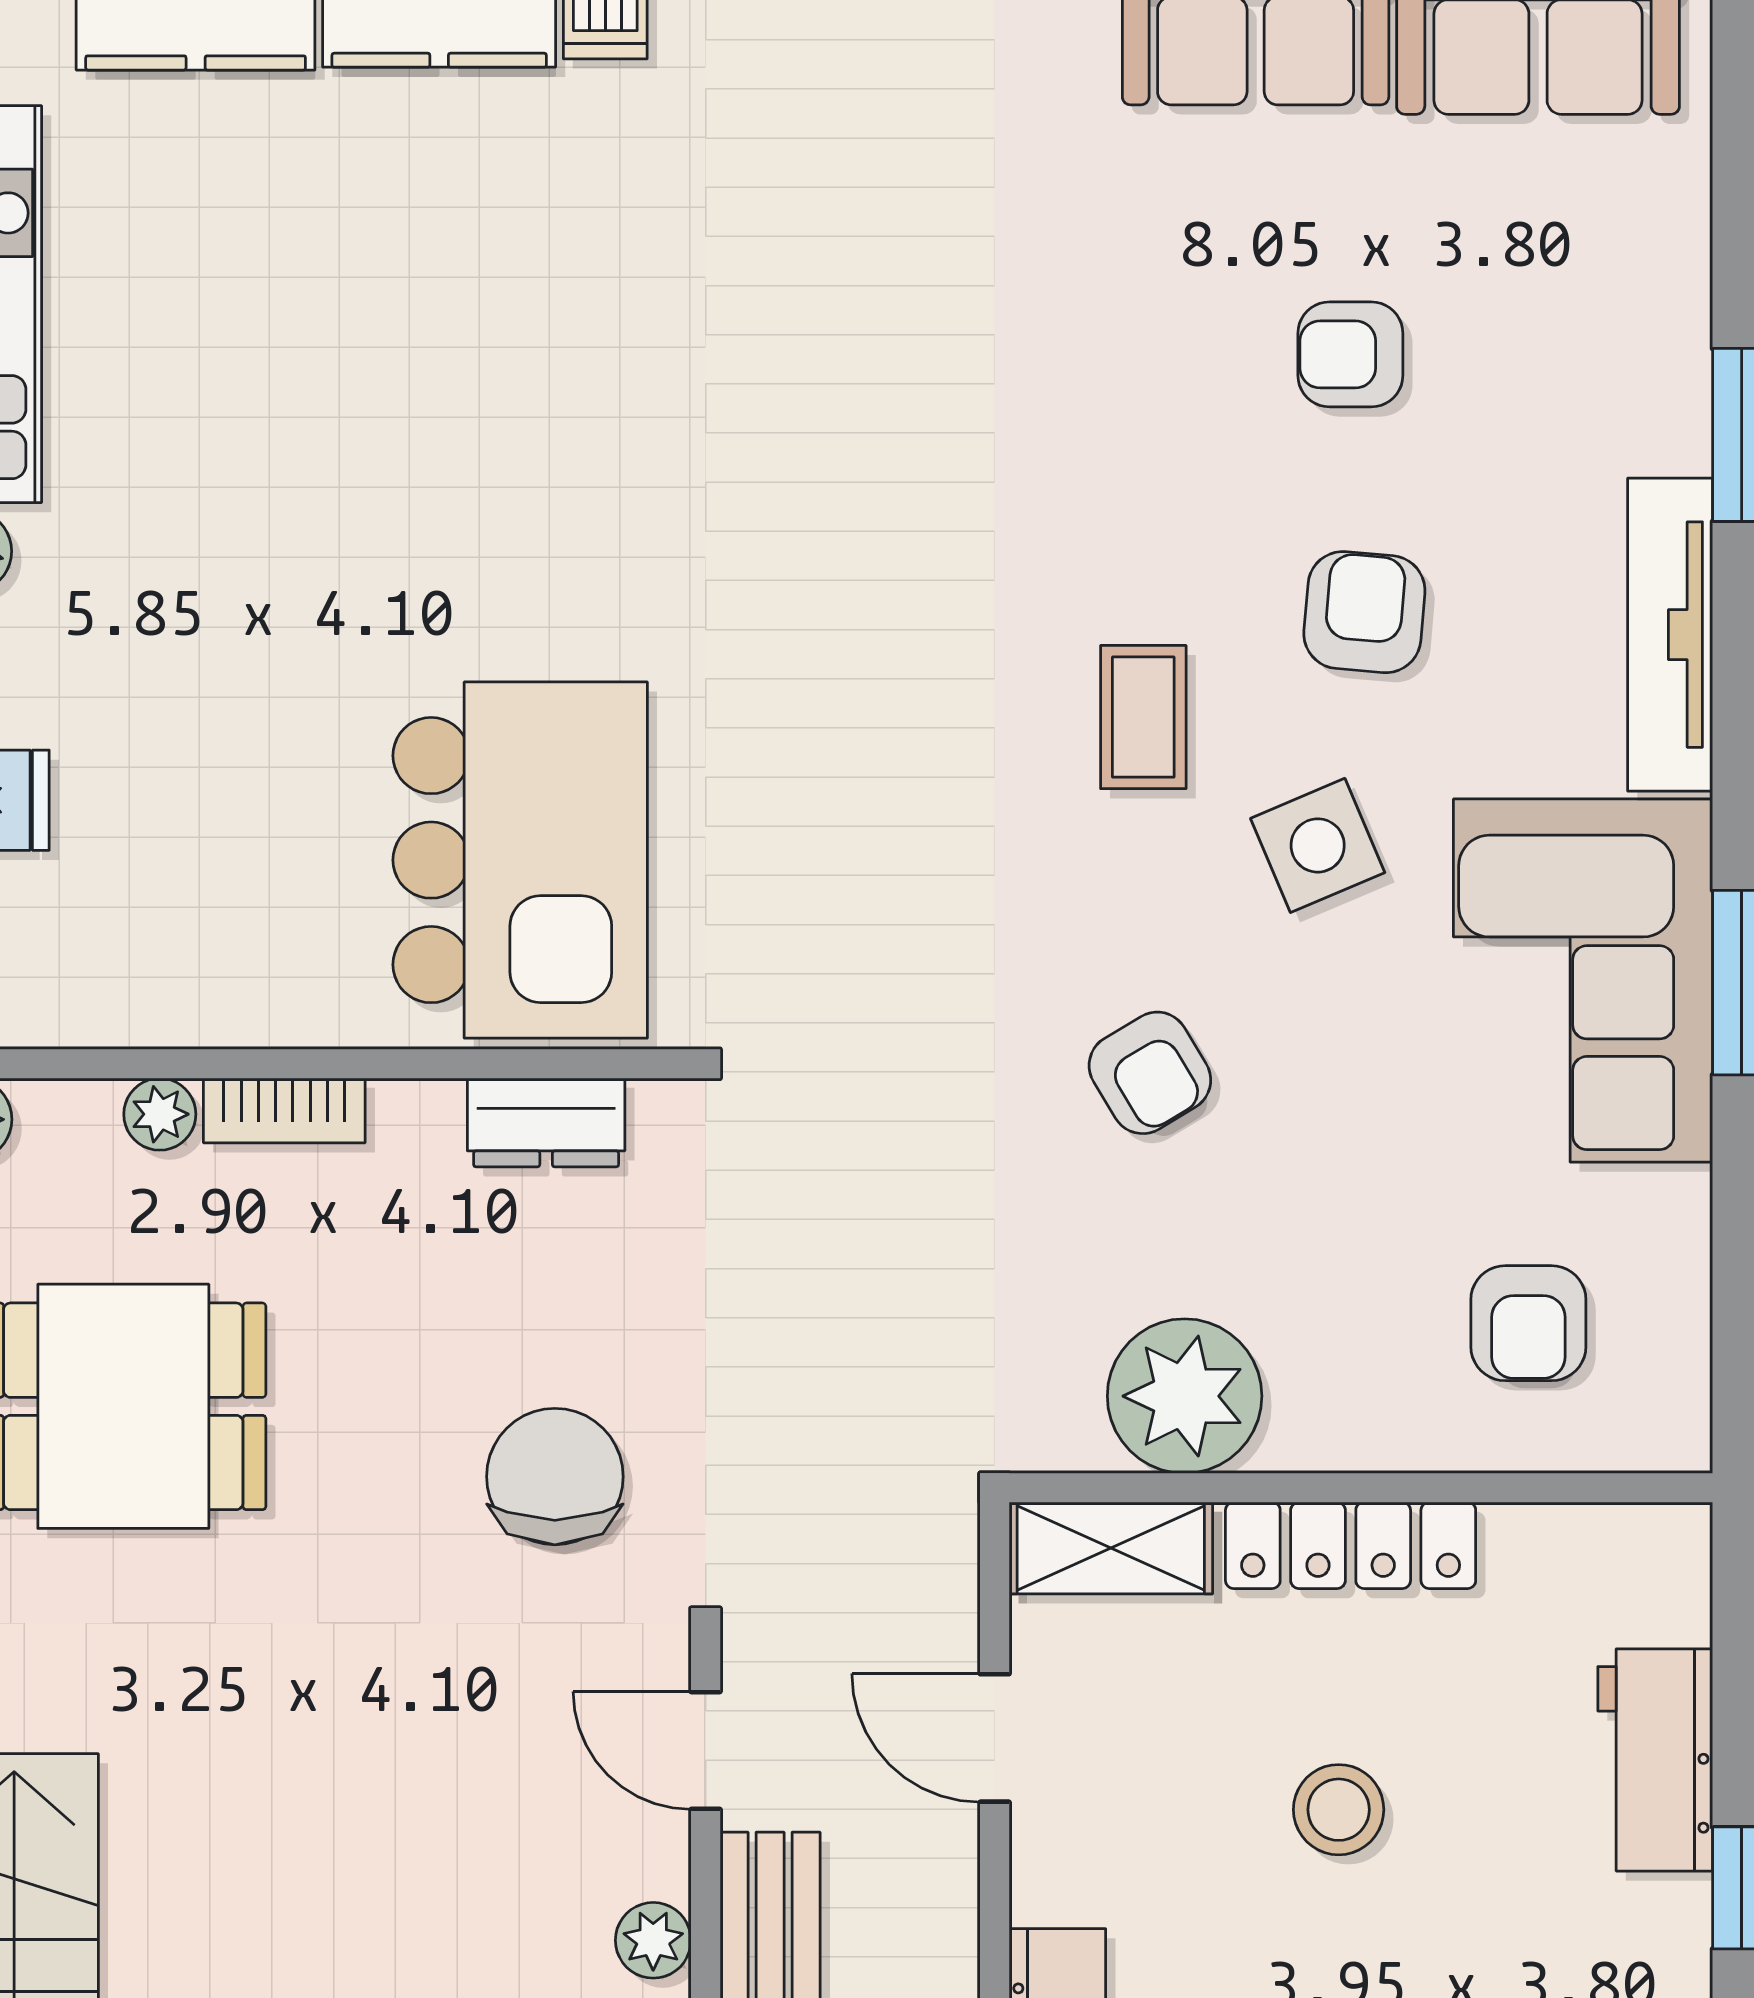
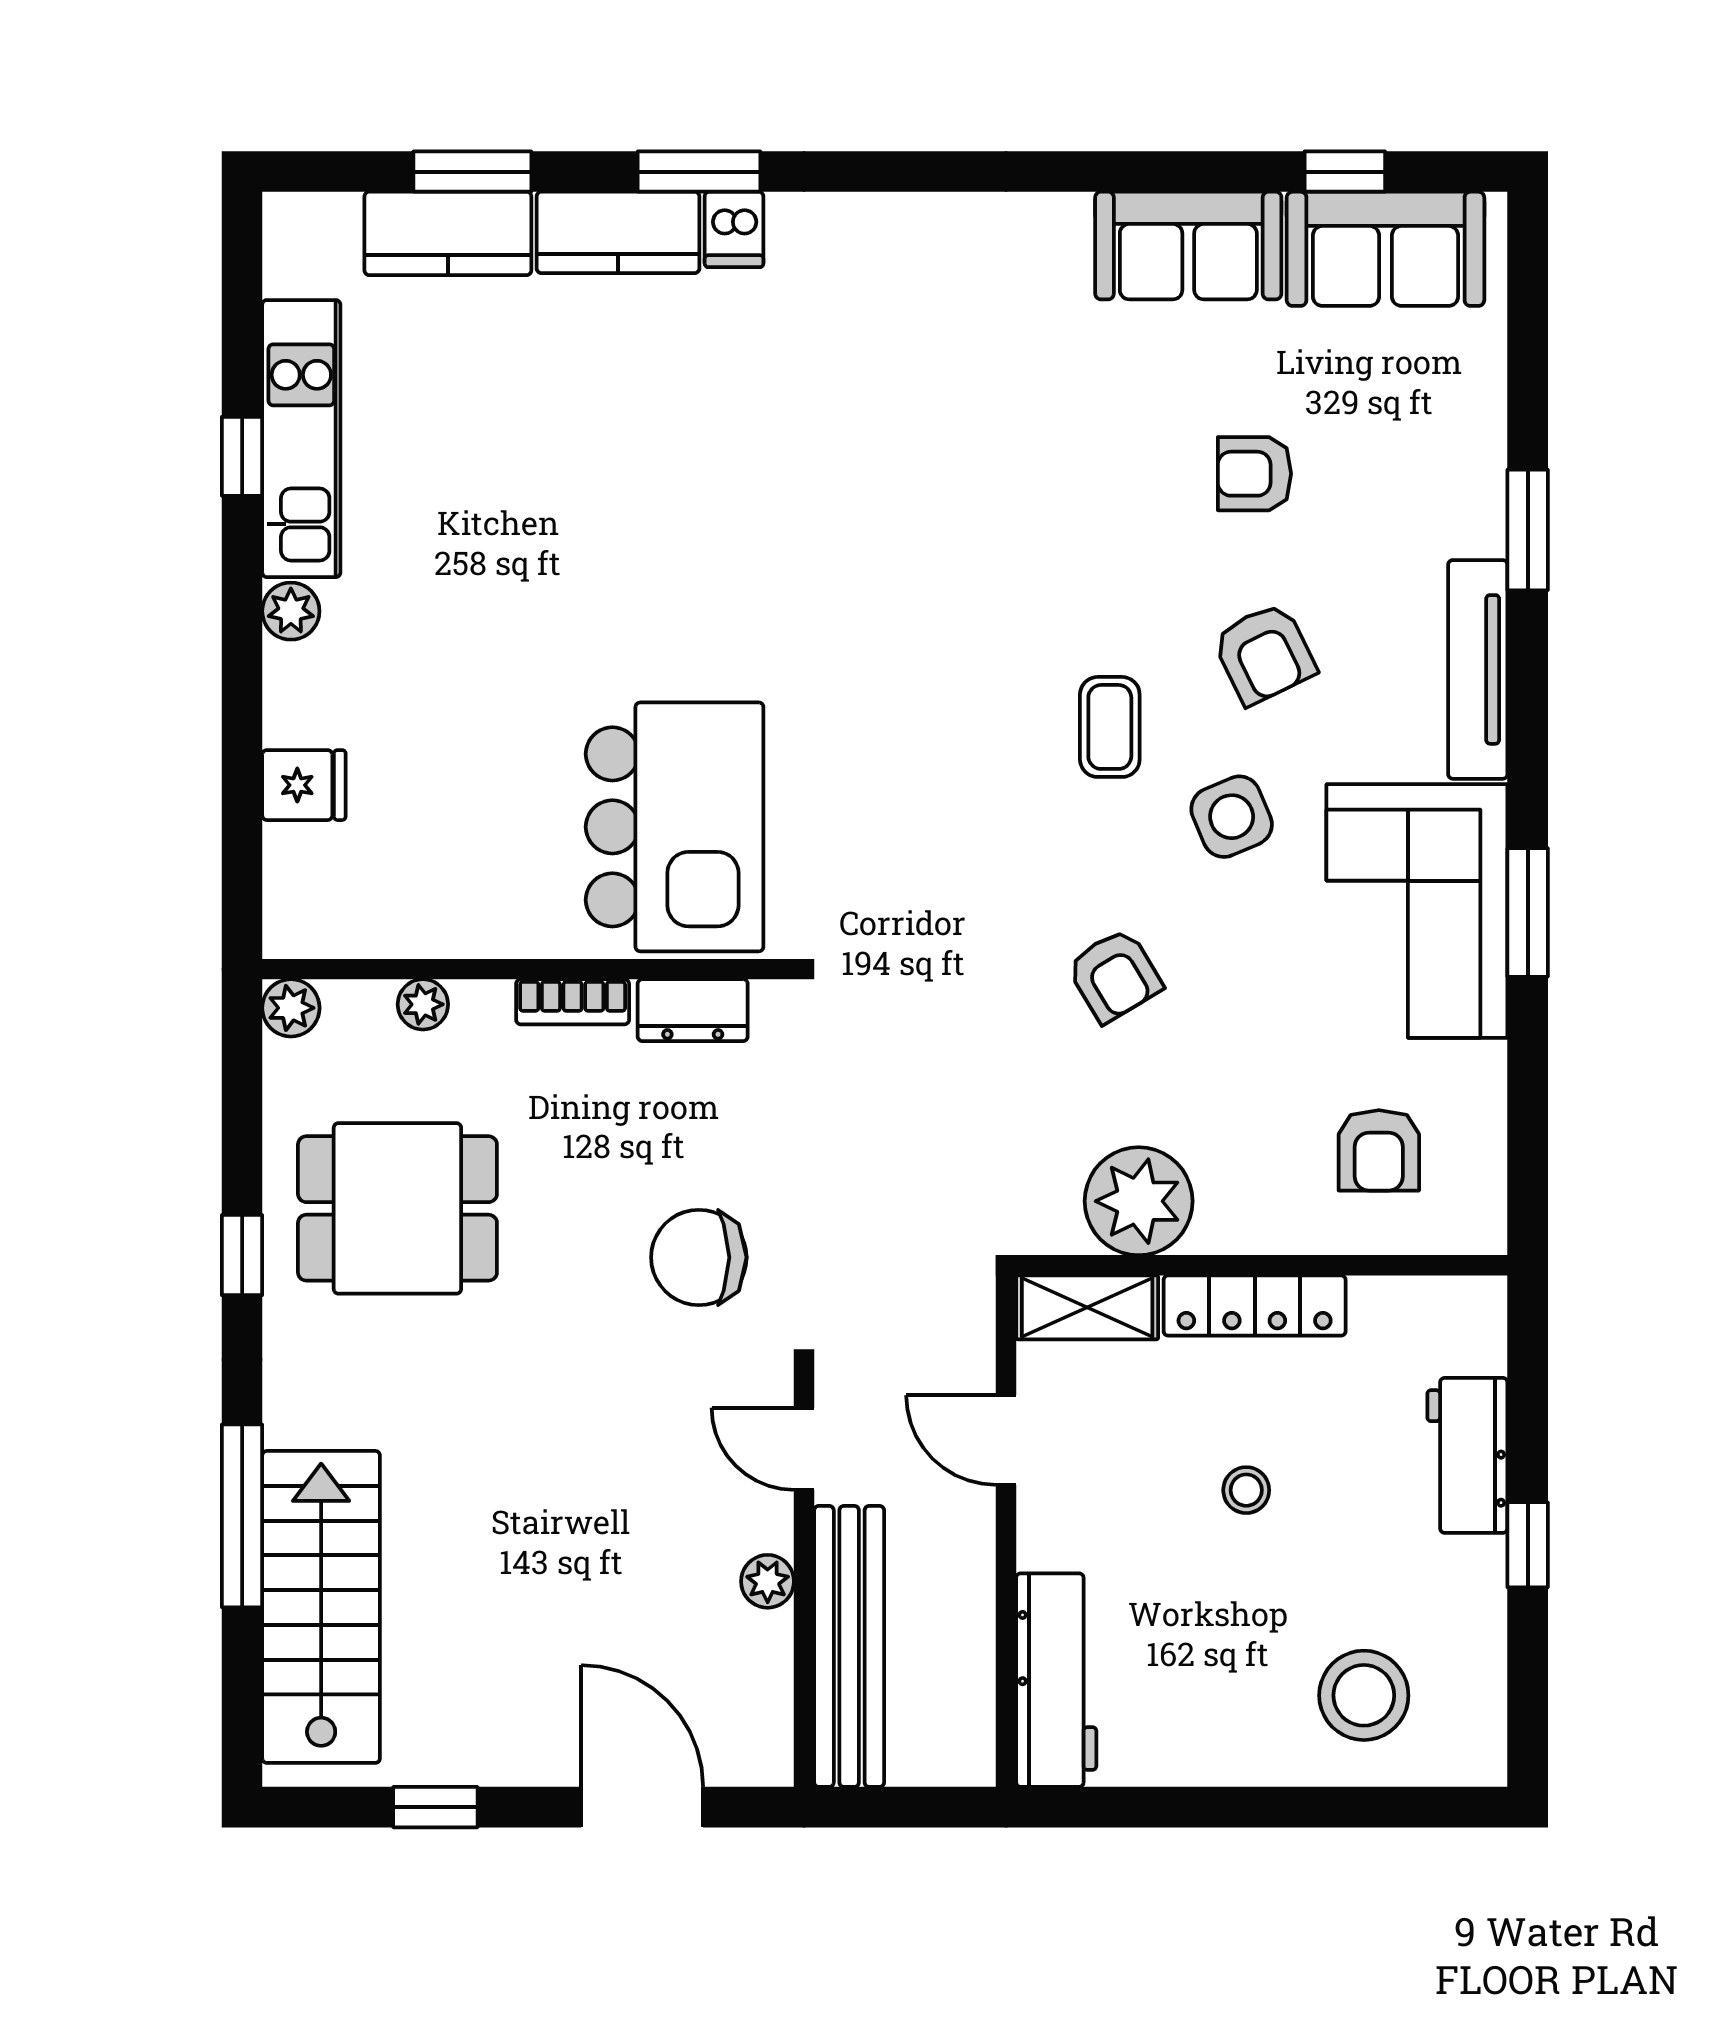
armchair: (1364, 612) -> (1264, 654), turned 149
bookcase: (284, 1111) -> (573, 1002), moved
chair: (555, 1477) -> (699, 1257), turned -90
stool: (1339, 1810) -> (1246, 1490), width x0.73, depth x0.73

